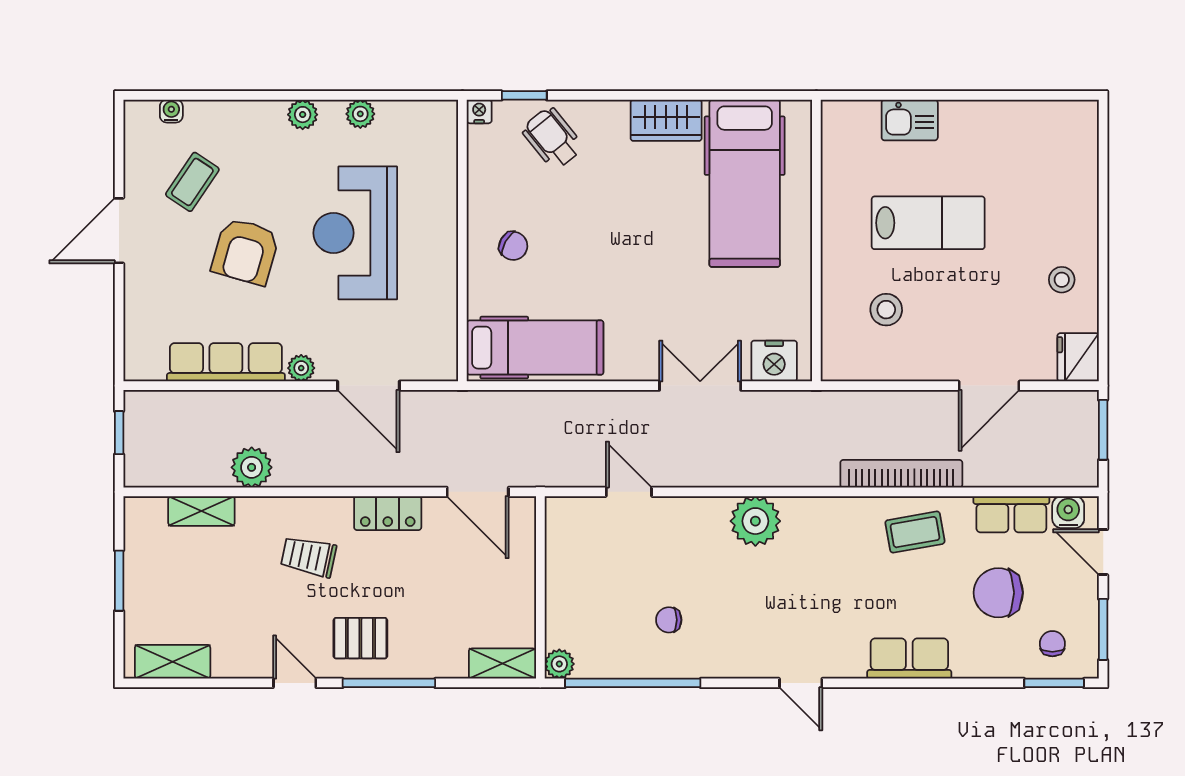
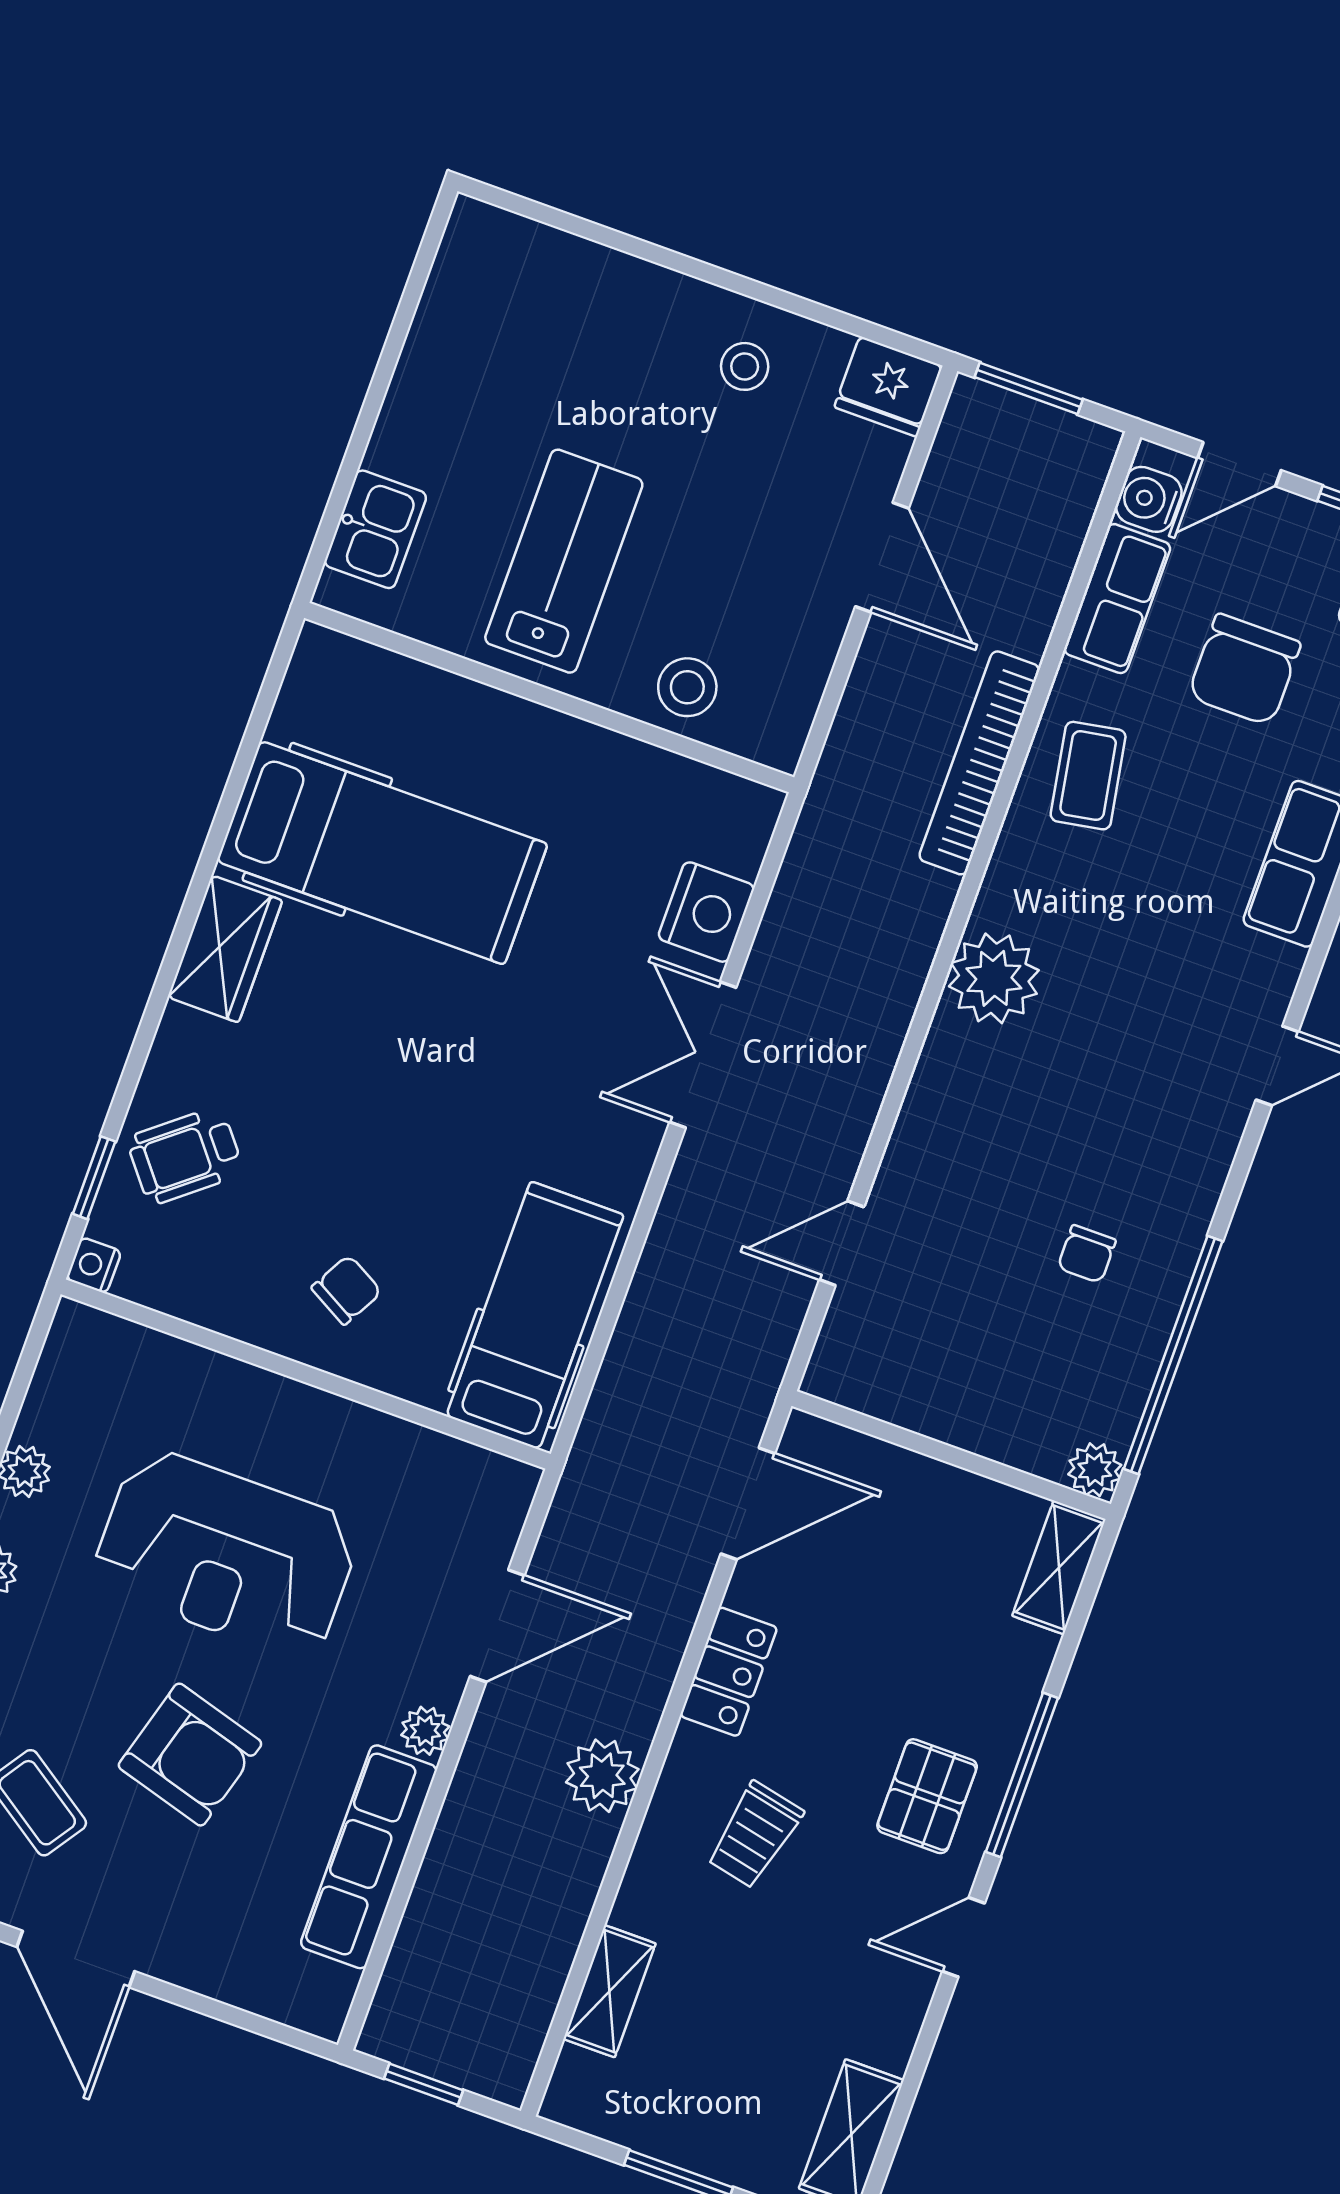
wall: (816, 241) -> (549, 698), moved
plant: (252, 467) -> (602, 1776), moved
plant: (755, 521) -> (994, 978), moved

